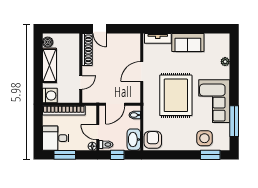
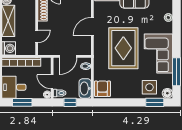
floor lamp: (224, 145) -> (167, 93), added

